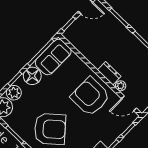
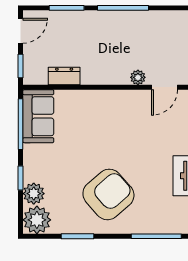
dresser: (109, 73) -> (64, 76), moved
floor lamp: (32, 76) -> (36, 157), removed
armchair: (90, 97) -> (117, 120), removed

